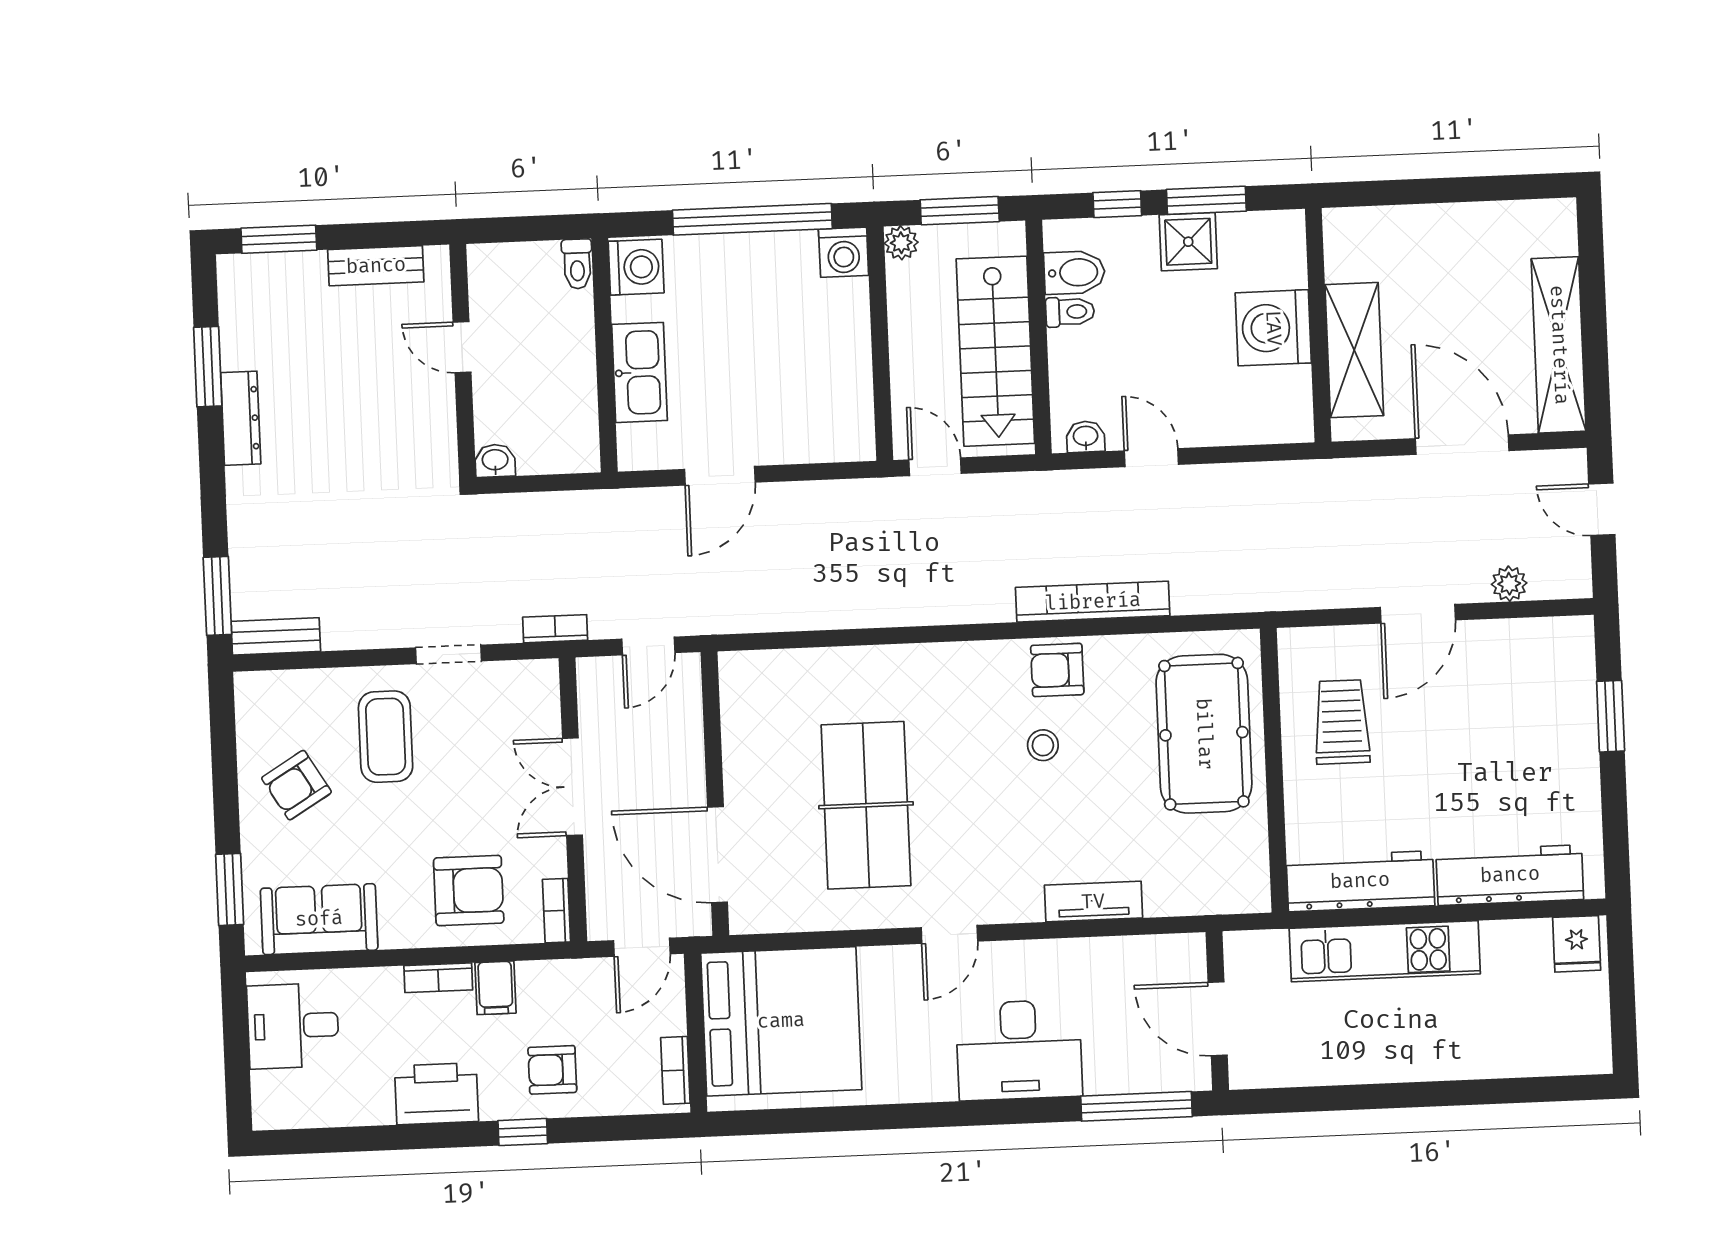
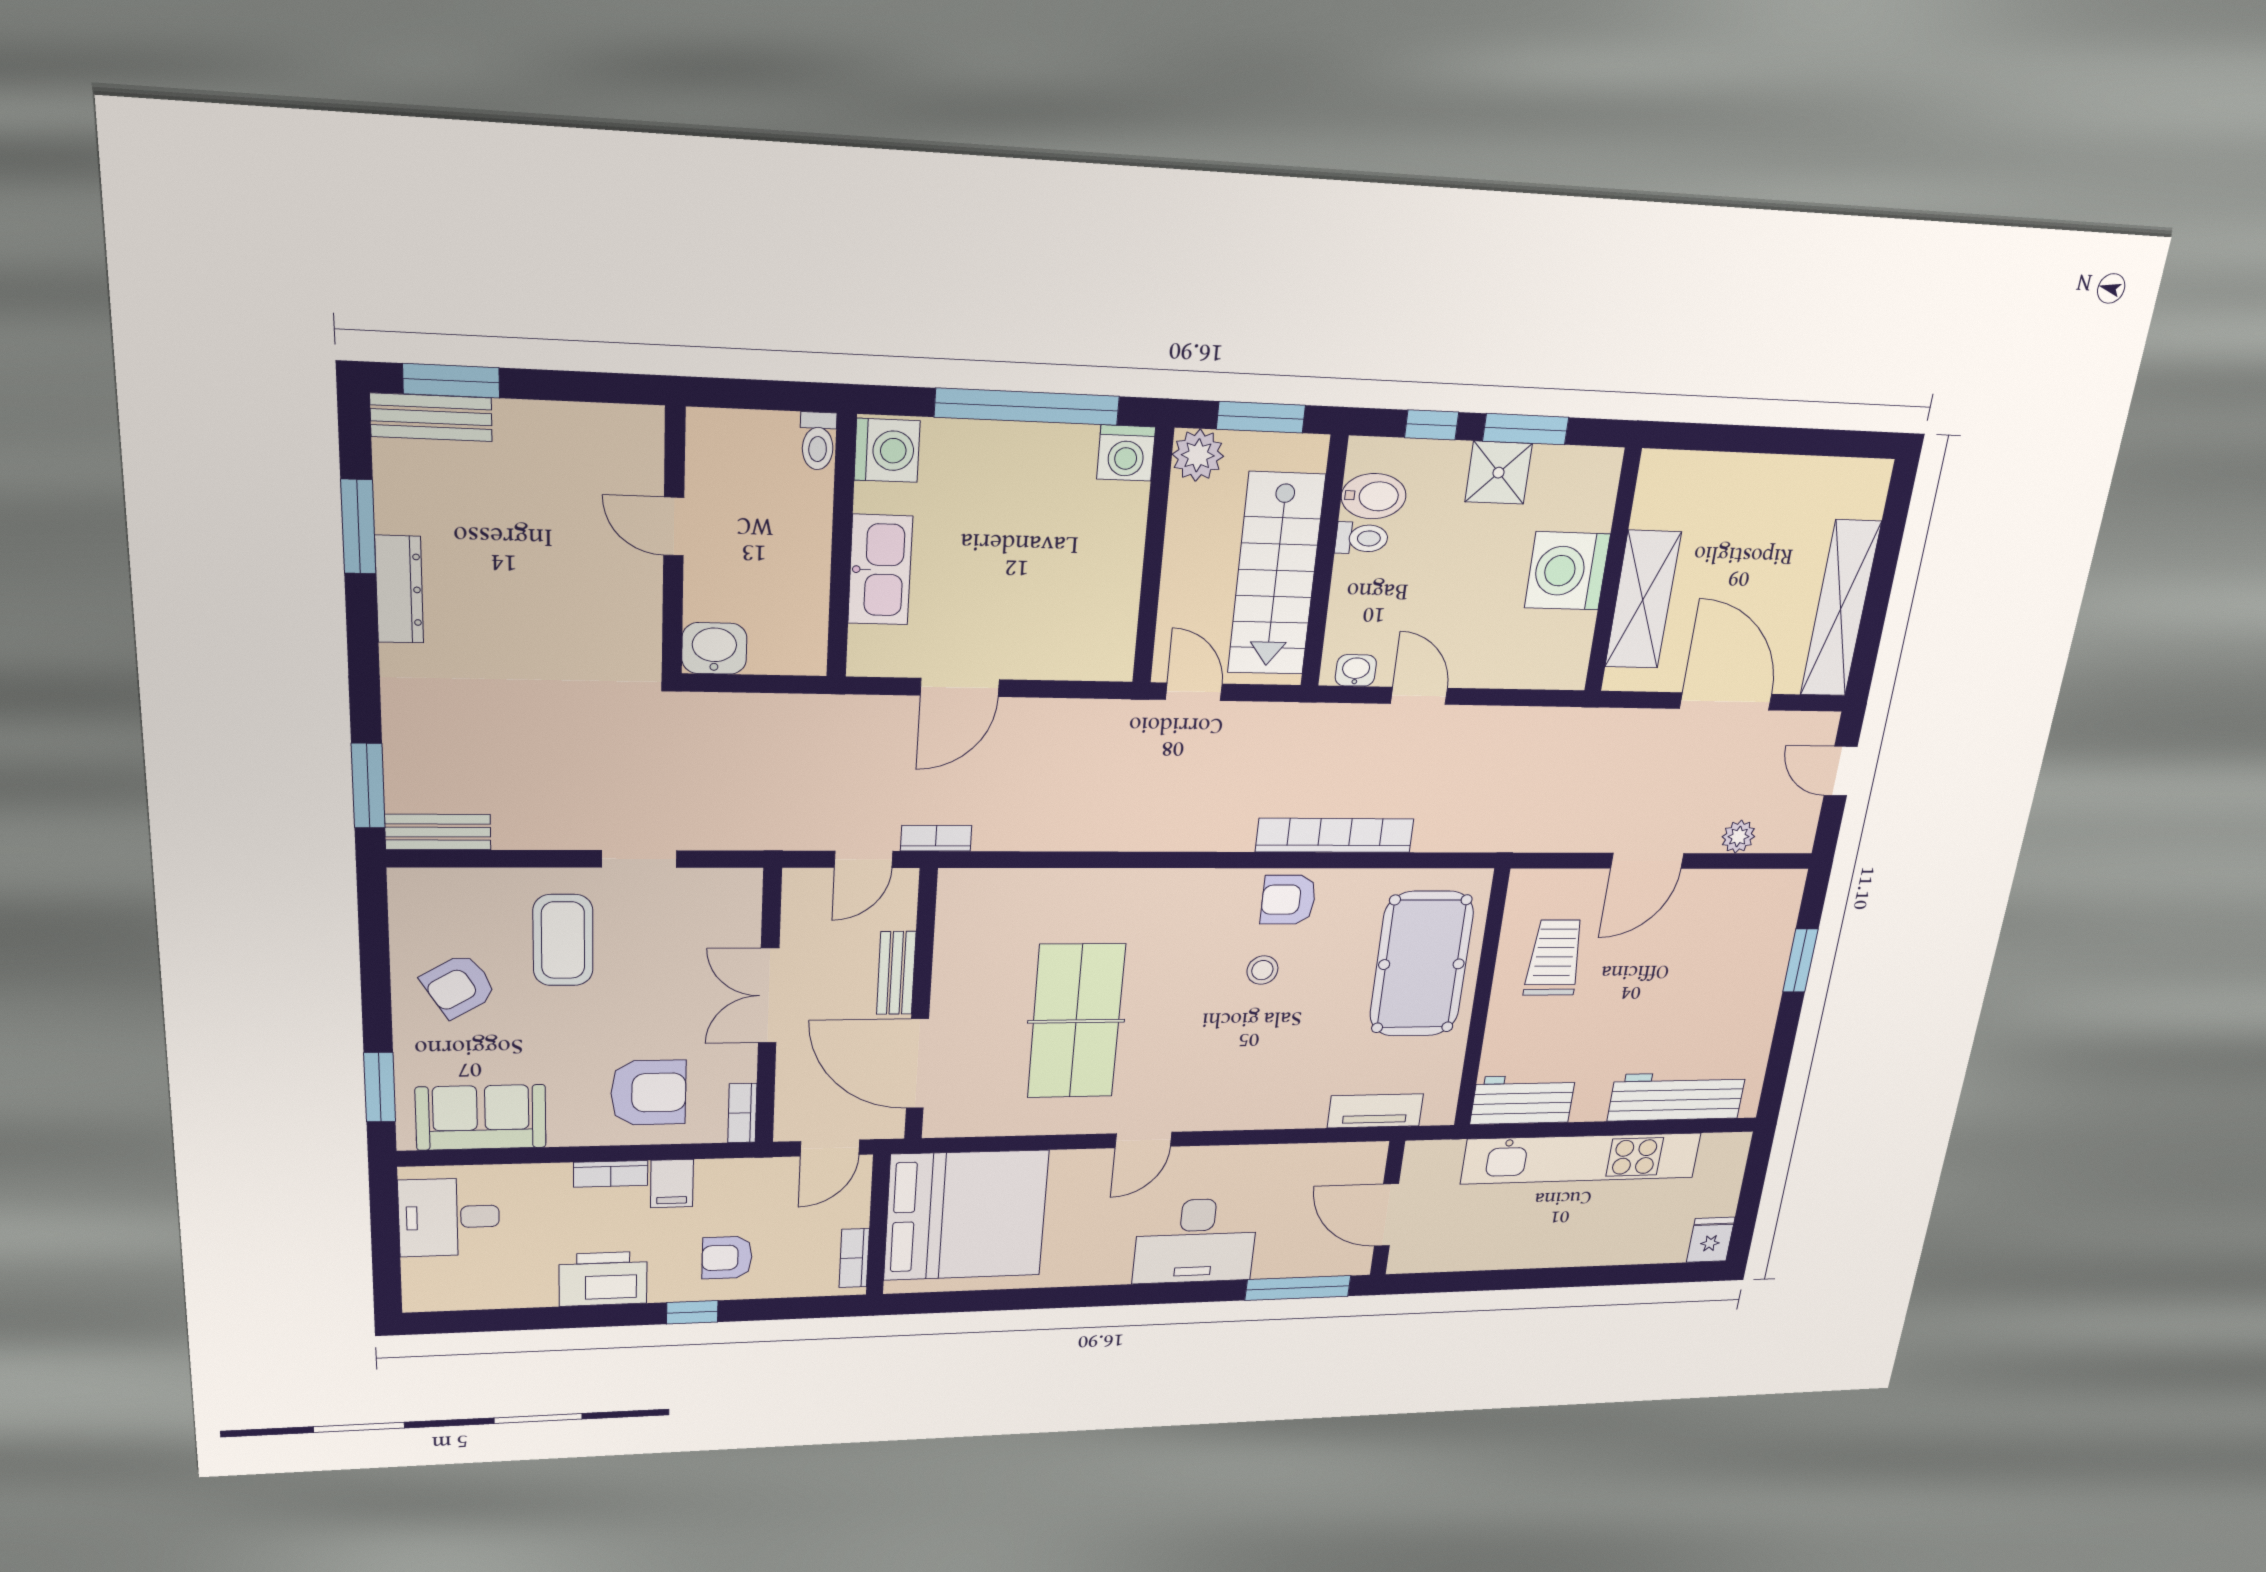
plant: (901, 243) -> (1198, 455), width x1.38, depth x1.38
bench: (376, 266) -> (431, 417), moved
washbasin: (495, 461) -> (714, 648), width x1.38, depth x1.45
bookcase: (555, 629) -> (936, 838), moved
bench: (689, 760) -> (896, 973), added
workbench: (1360, 881) -> (1523, 1100), width x0.73
tv unit: (1093, 902) -> (1375, 1111), moved
fridge: (1577, 944) -> (1711, 1240), moved, turned 180
kitchen unit: (1385, 951) -> (1581, 1158), width x1.36

